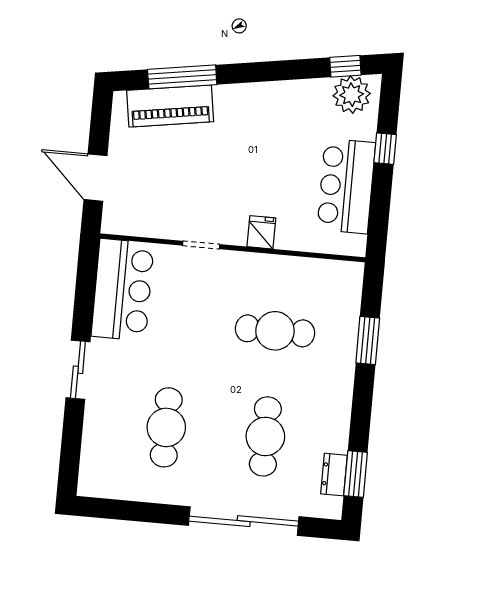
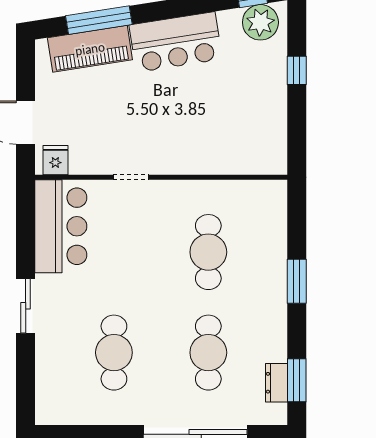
bar counter: (346, 186) -> (176, 42), moved, turned -99
fridge: (261, 232) -> (55, 160), moved
cafe table: (275, 331) -> (208, 252), turned 90
window: (368, 340) -> (297, 281), moved

